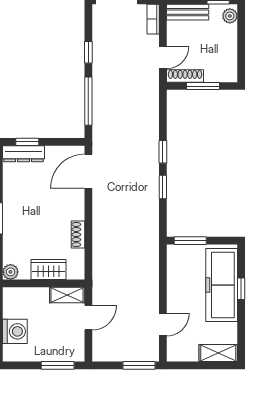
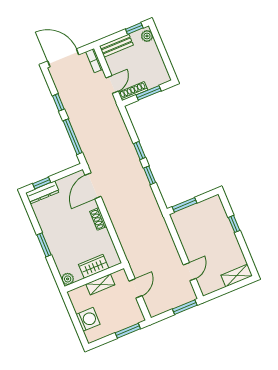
shoe rack: (78, 235) -> (98, 219), moved
freezer: (222, 285) -> (219, 227), removed
shelving: (67, 295) -> (100, 284), moved

